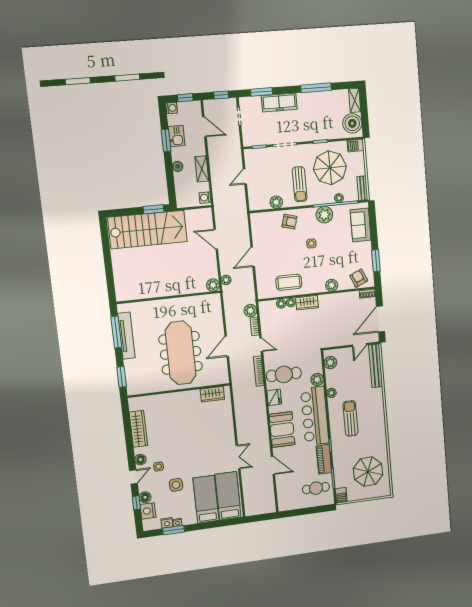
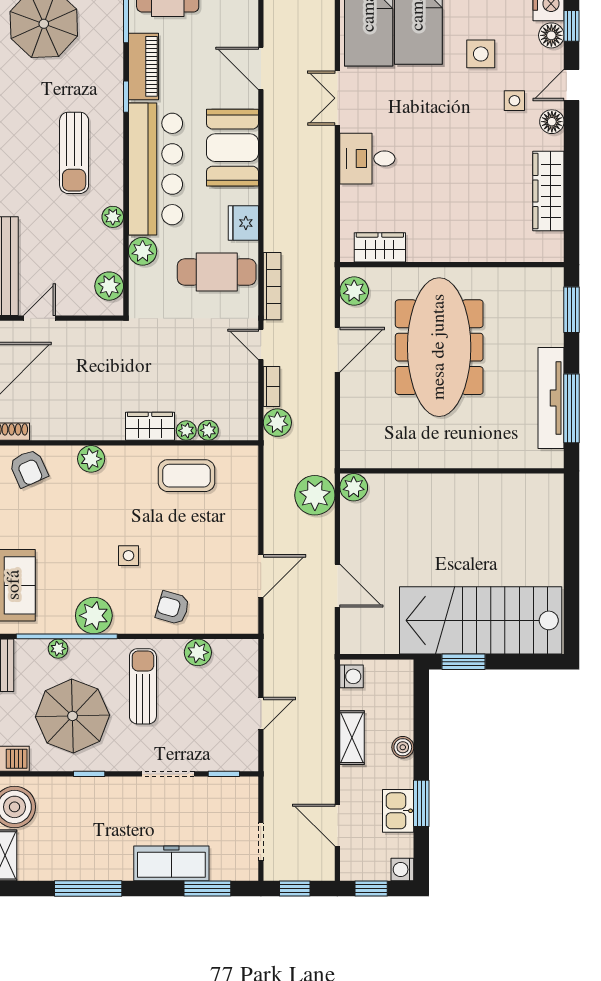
door: (253, 257) -> (261, 576), moved
plant: (226, 280) -> (315, 495), width x1.87, depth x1.87
plant: (222, 373) -> (354, 291), added
desk: (222, 433) -> (367, 159), added

